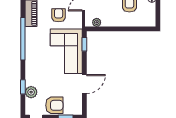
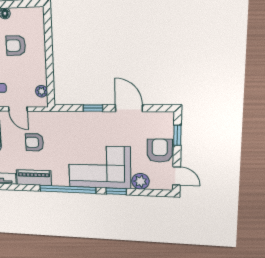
window: (84, 44) -> (93, 108), moved
corner sofa: (66, 51) -> (99, 167), moved, turned 180
window: (23, 87) -> (116, 191), moved

